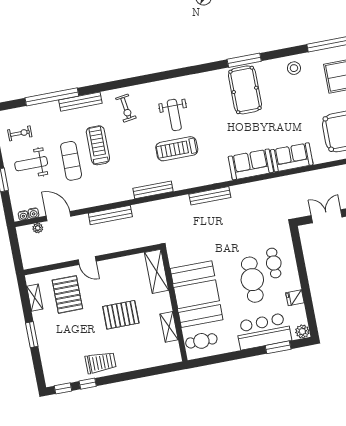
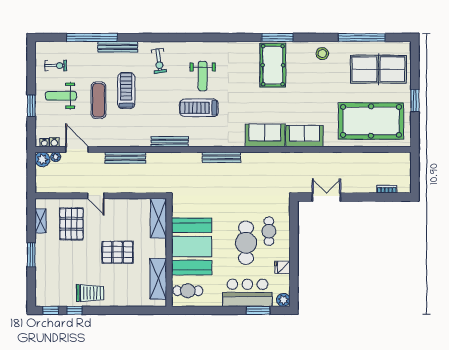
plant: (25, 233) -> (42, 159), added
shelving: (169, 327) -> (158, 279), width x1.50, depth x1.33

